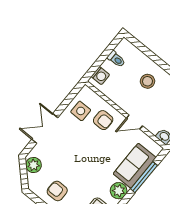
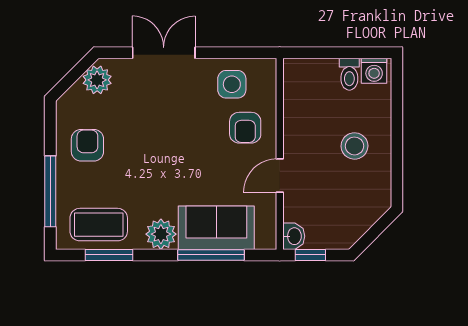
washing machine: (100, 76) -> (374, 71), moved
door: (134, 122) -> (280, 176), hinge flipped

